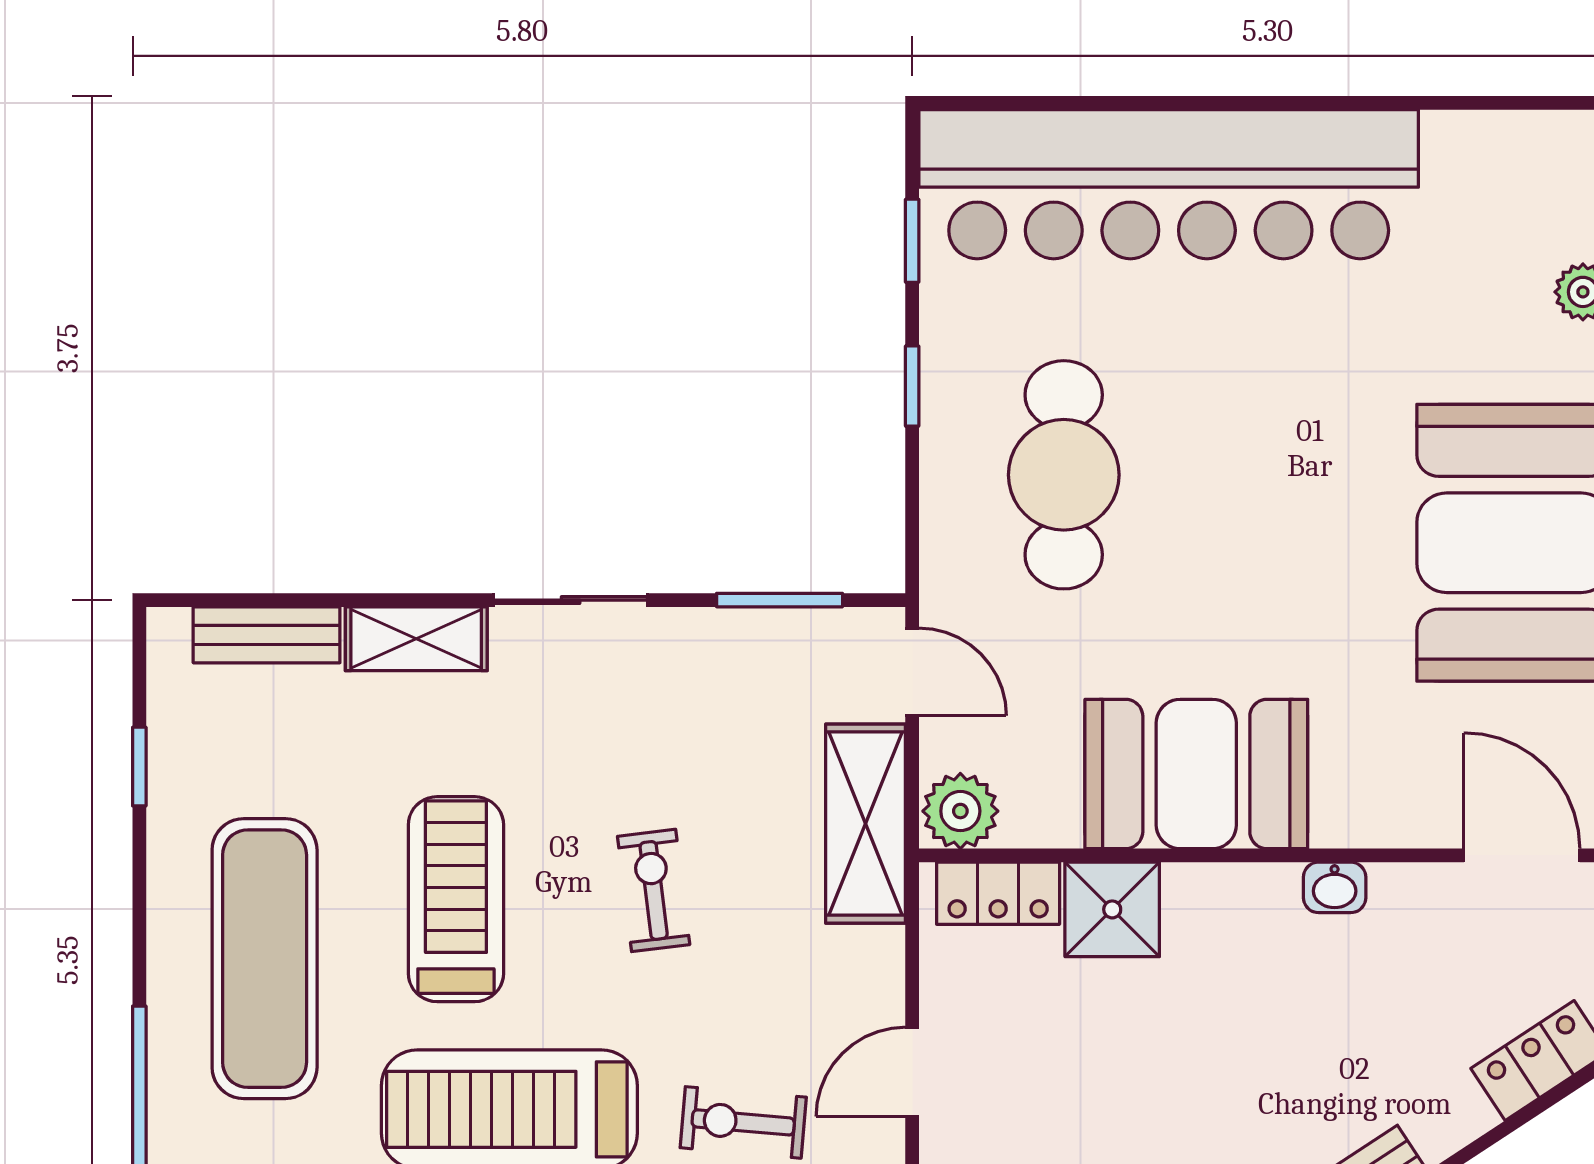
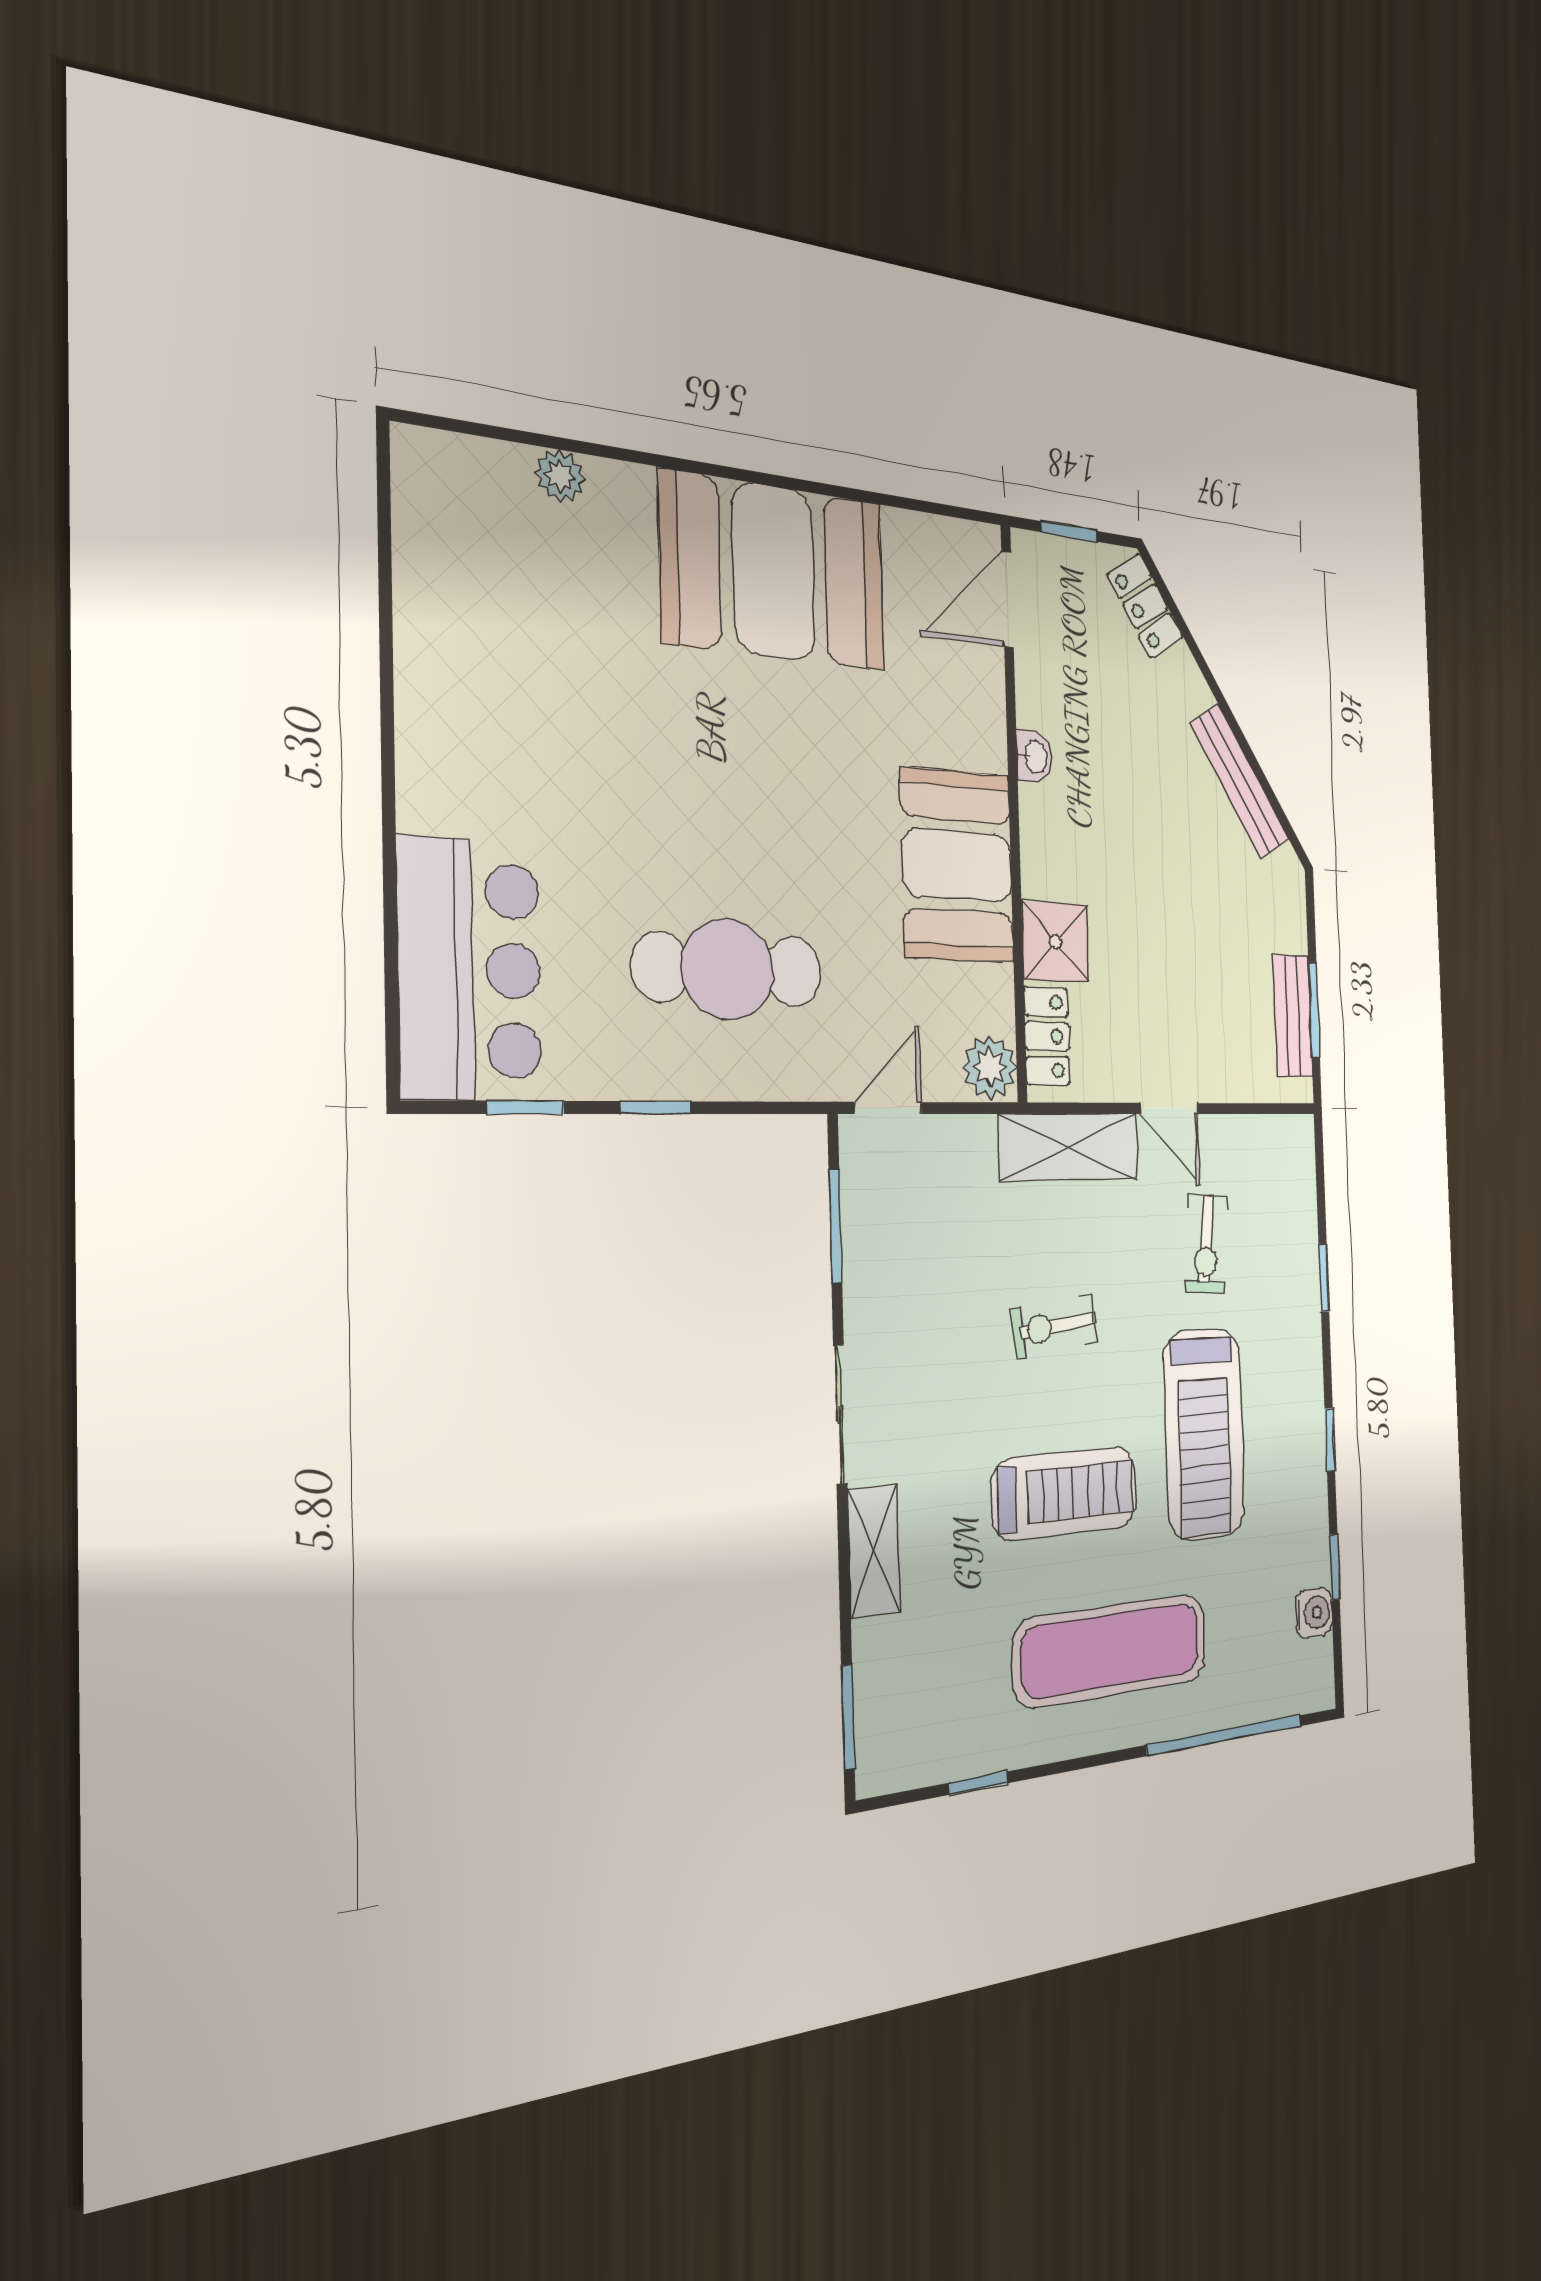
bar counter: (1169, 184) -> (470, 969), width x0.54
window: (238, 600) -> (848, 1717), added
bench: (267, 635) -> (875, 1687), removed
shelving: (866, 824) -> (1069, 1147), moved
treadmill: (456, 899) -> (1065, 1493), turned 180

